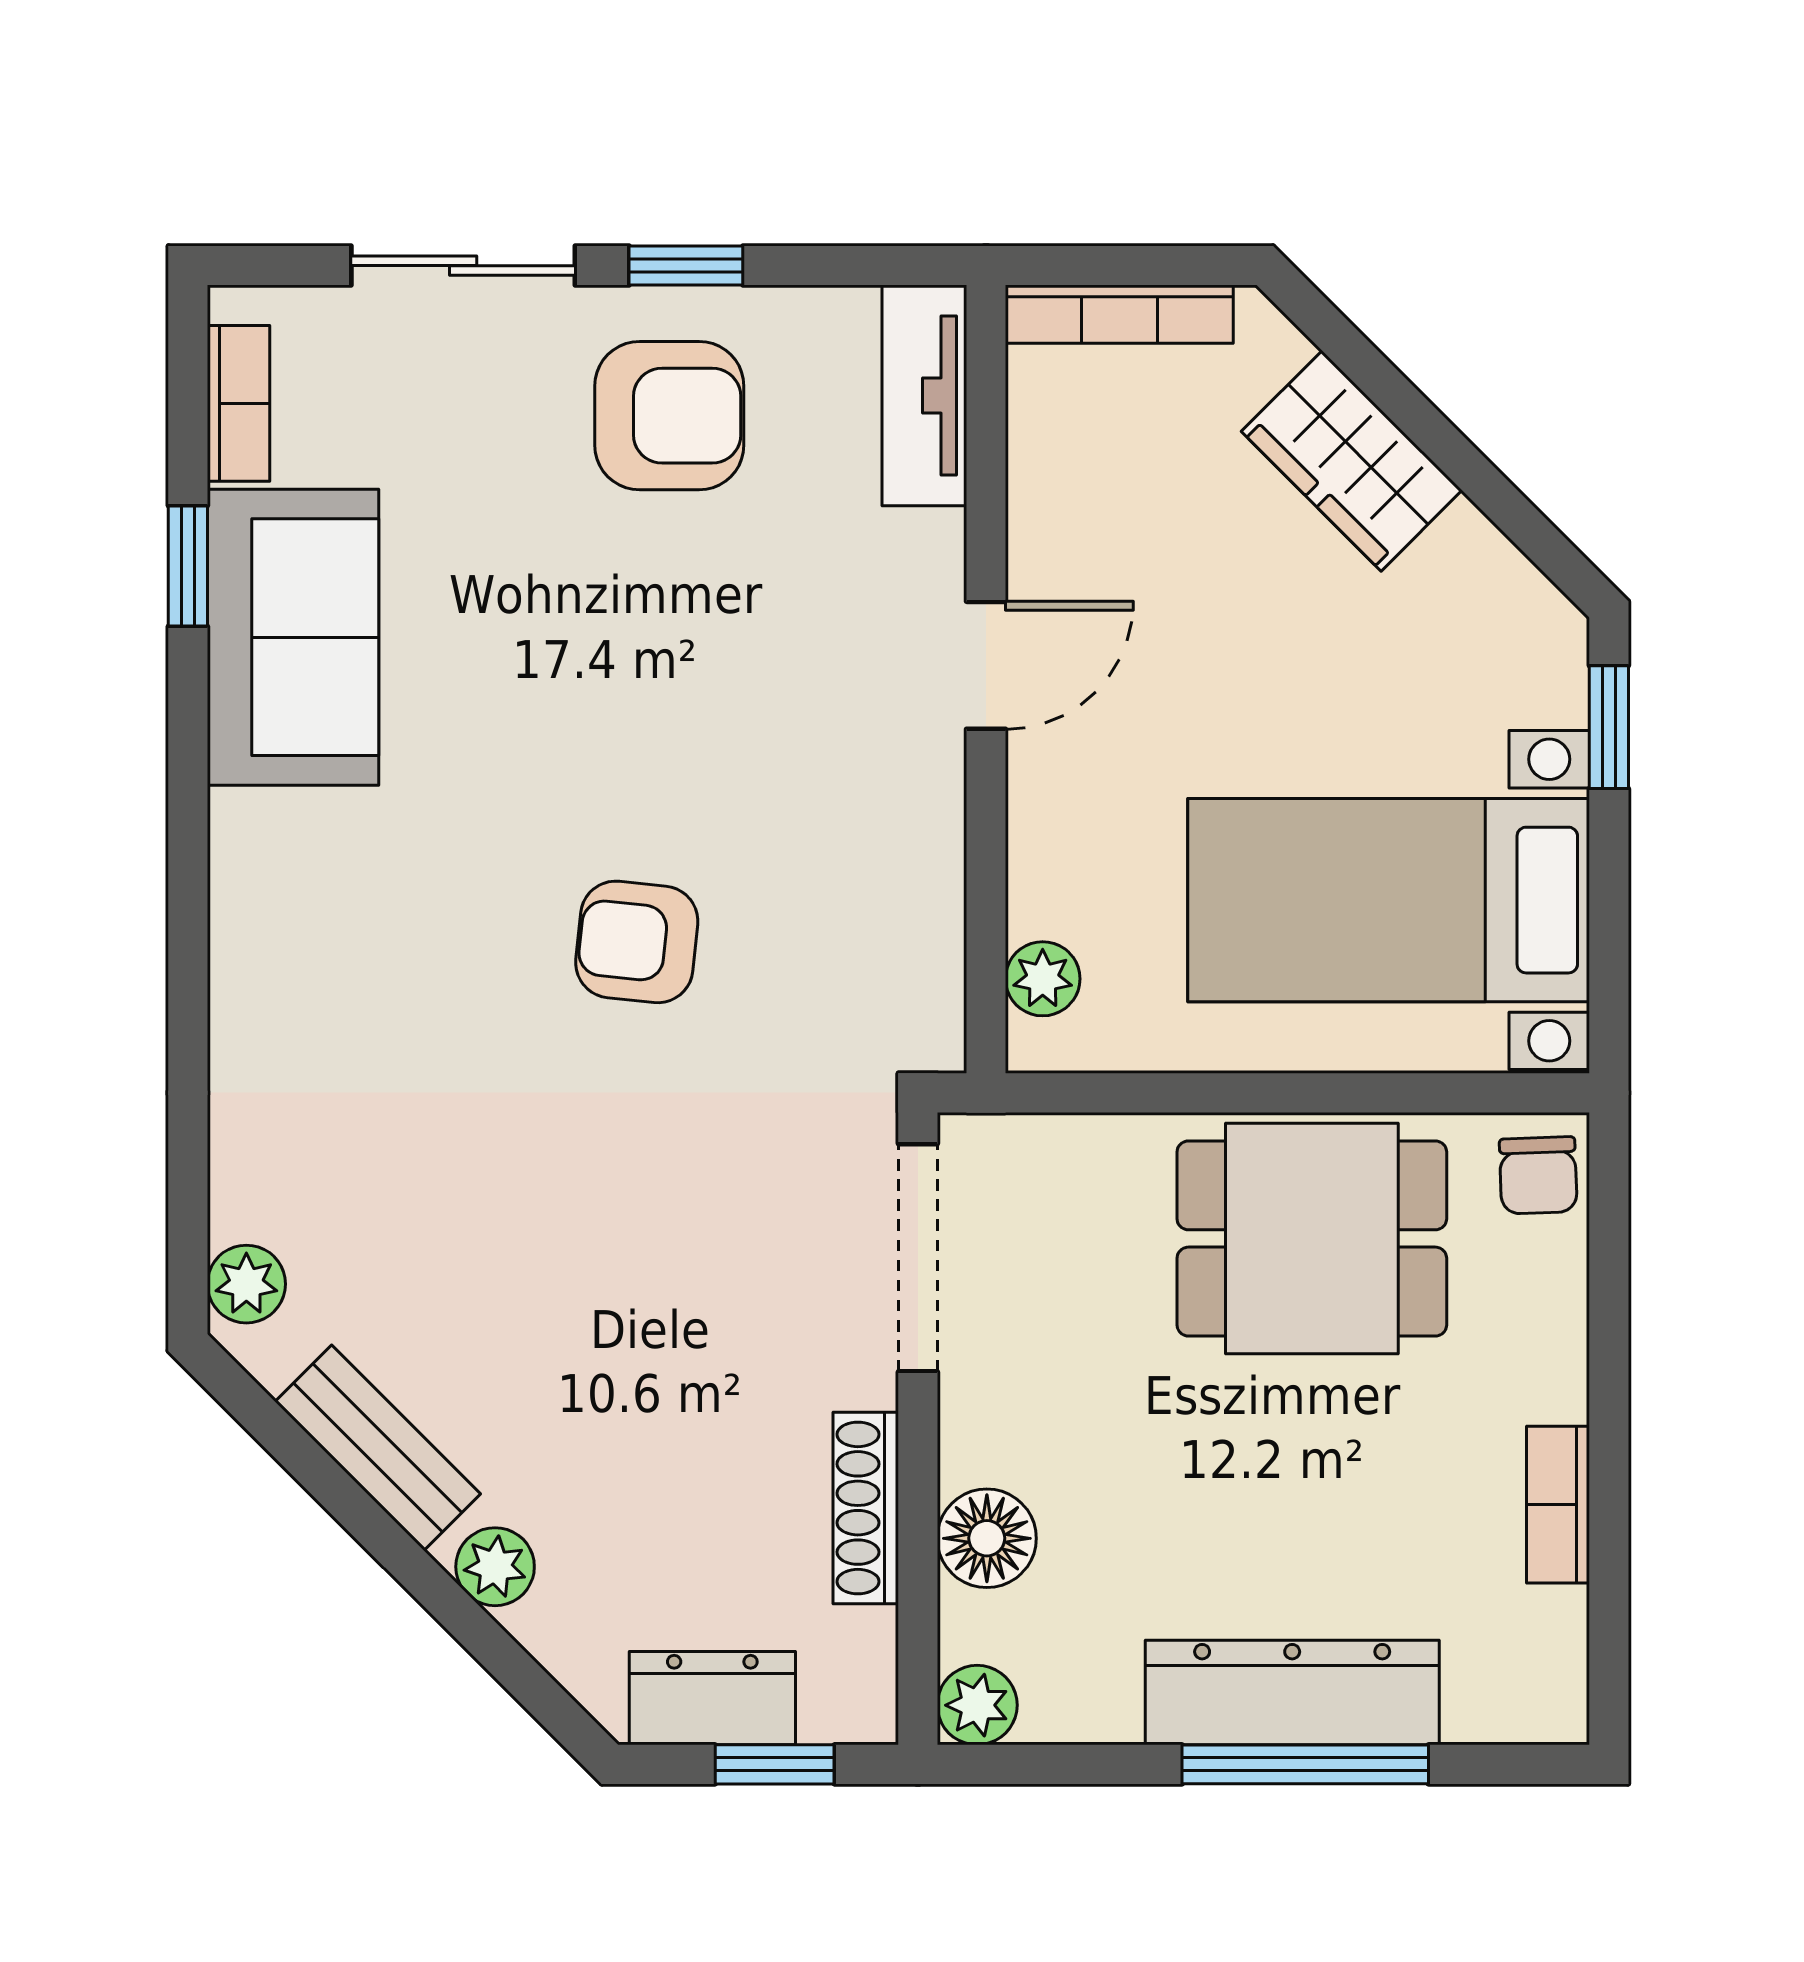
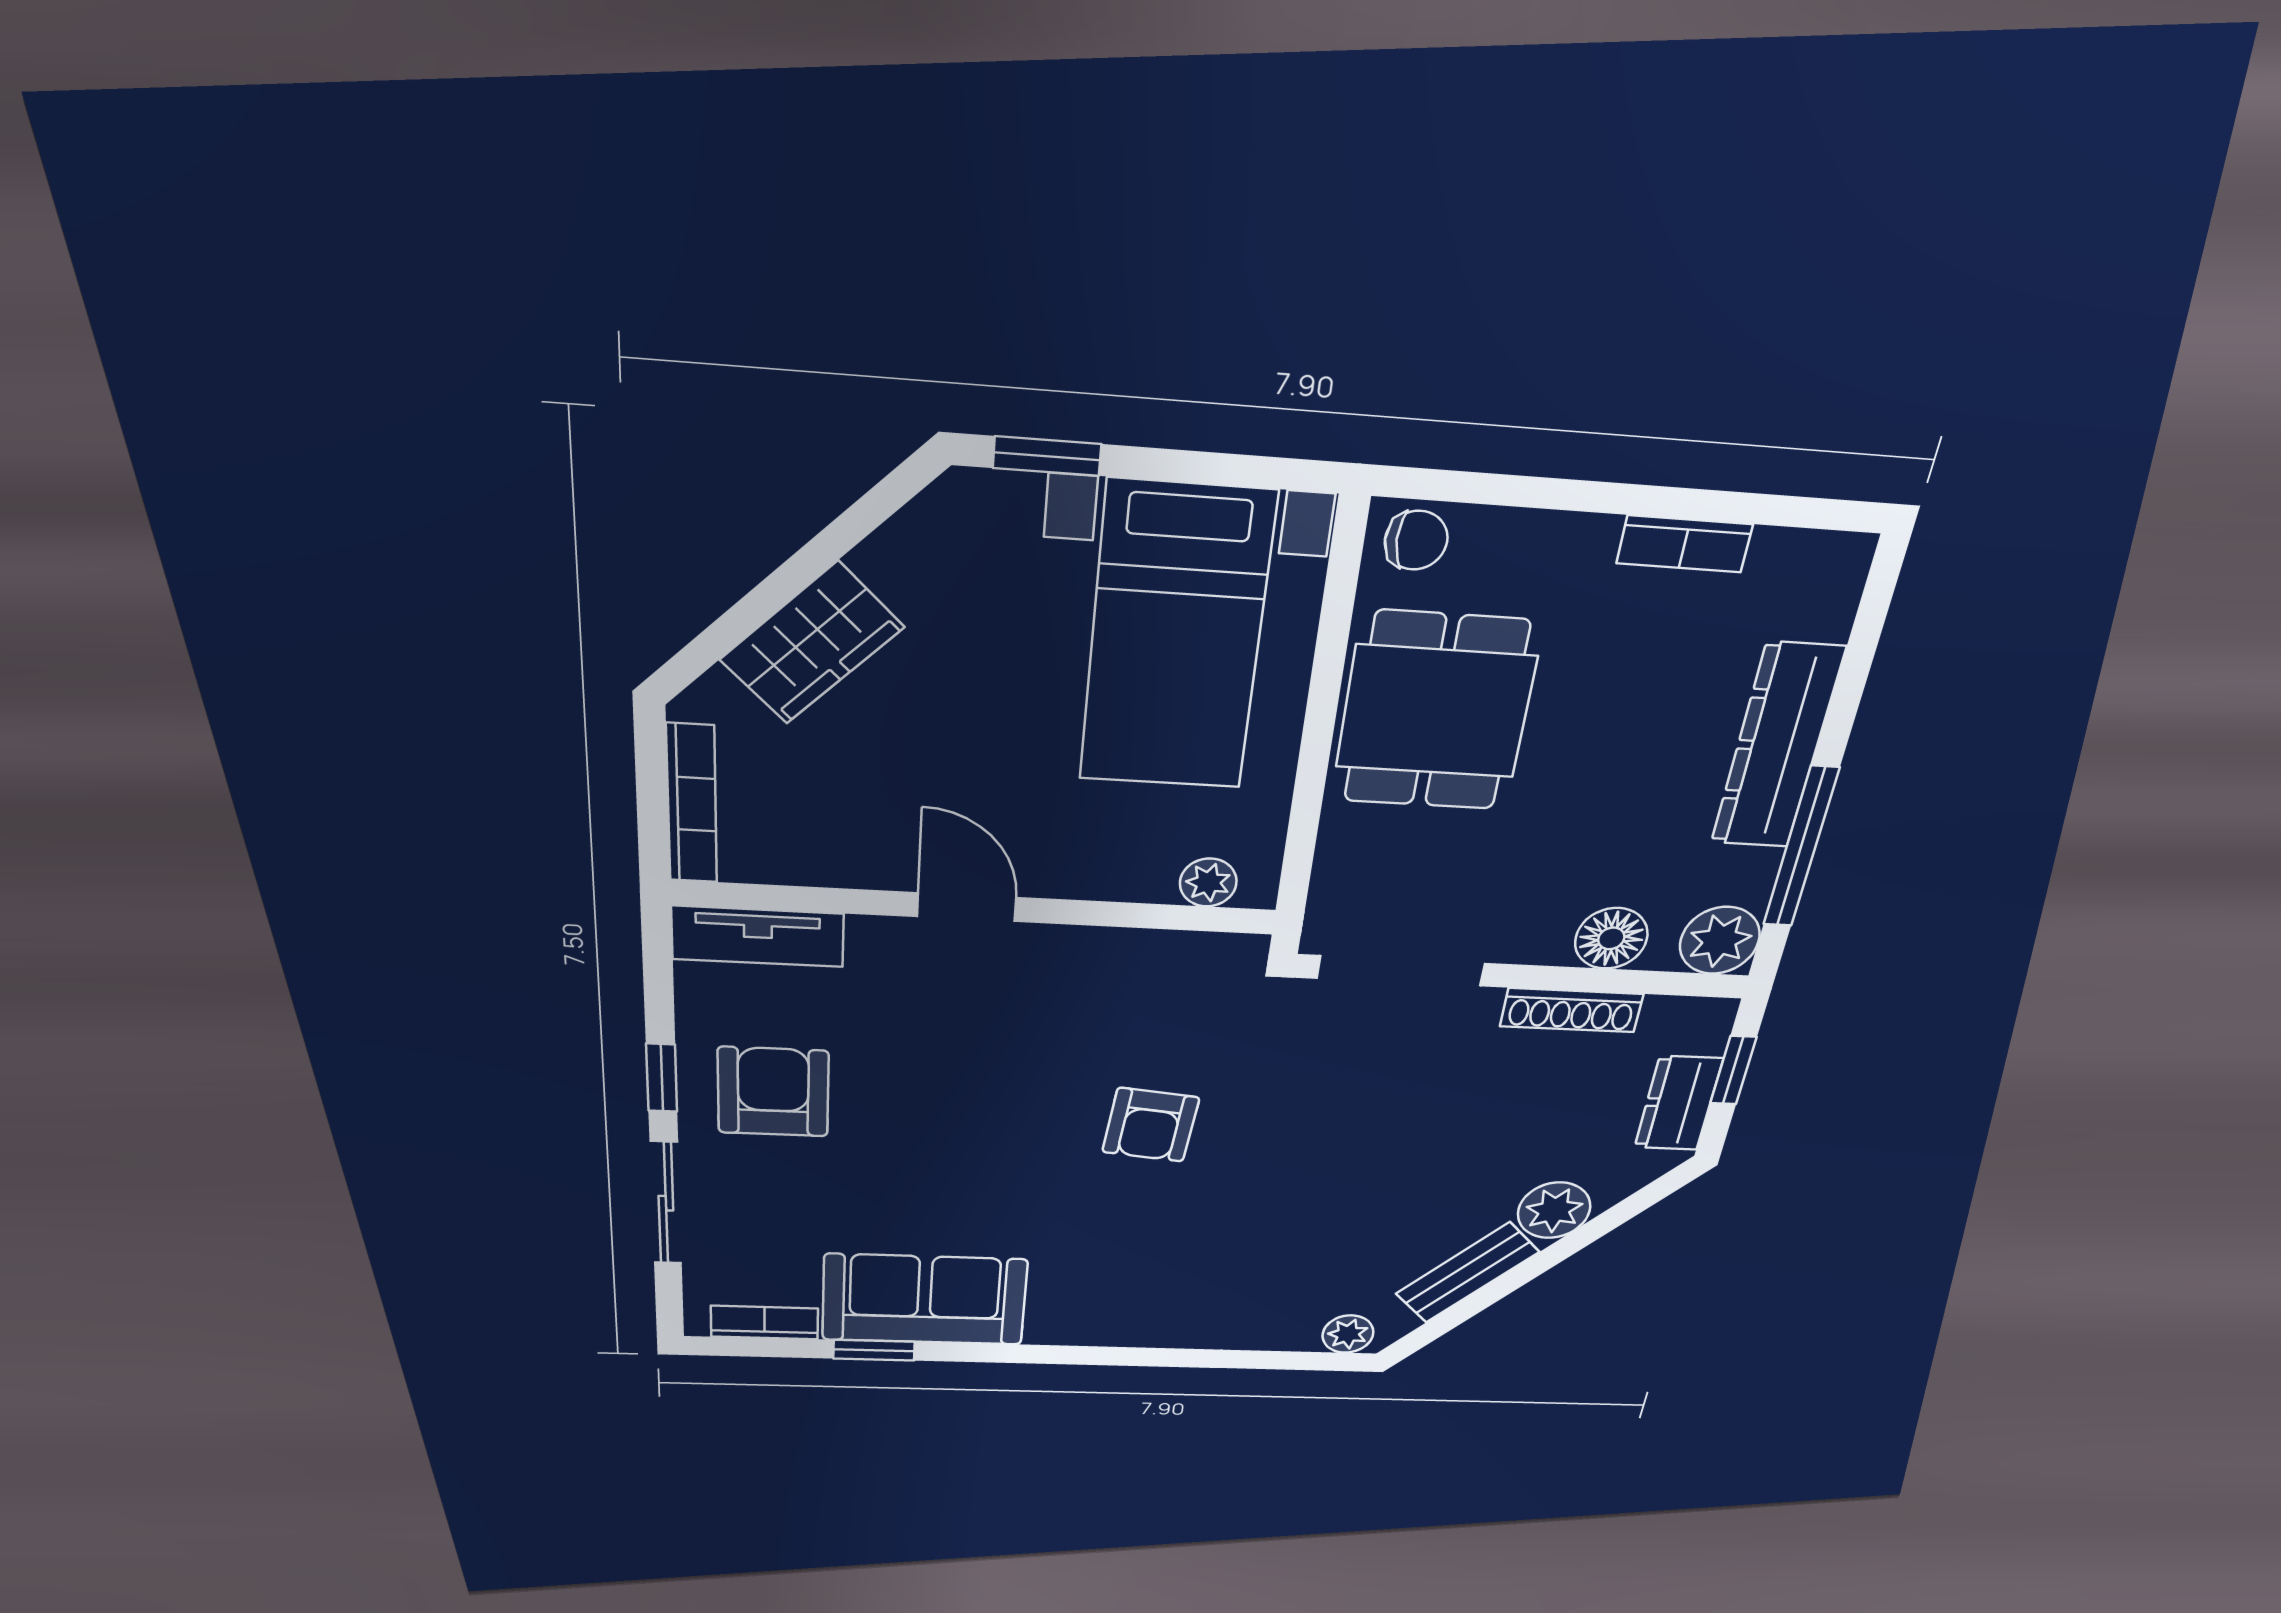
plant: (495, 1567) -> (1554, 1210), width x1.38, depth x1.38
plant: (977, 1705) -> (1720, 940), width x1.38, depth x1.38
window: (1305, 1764) -> (1801, 847), moved

